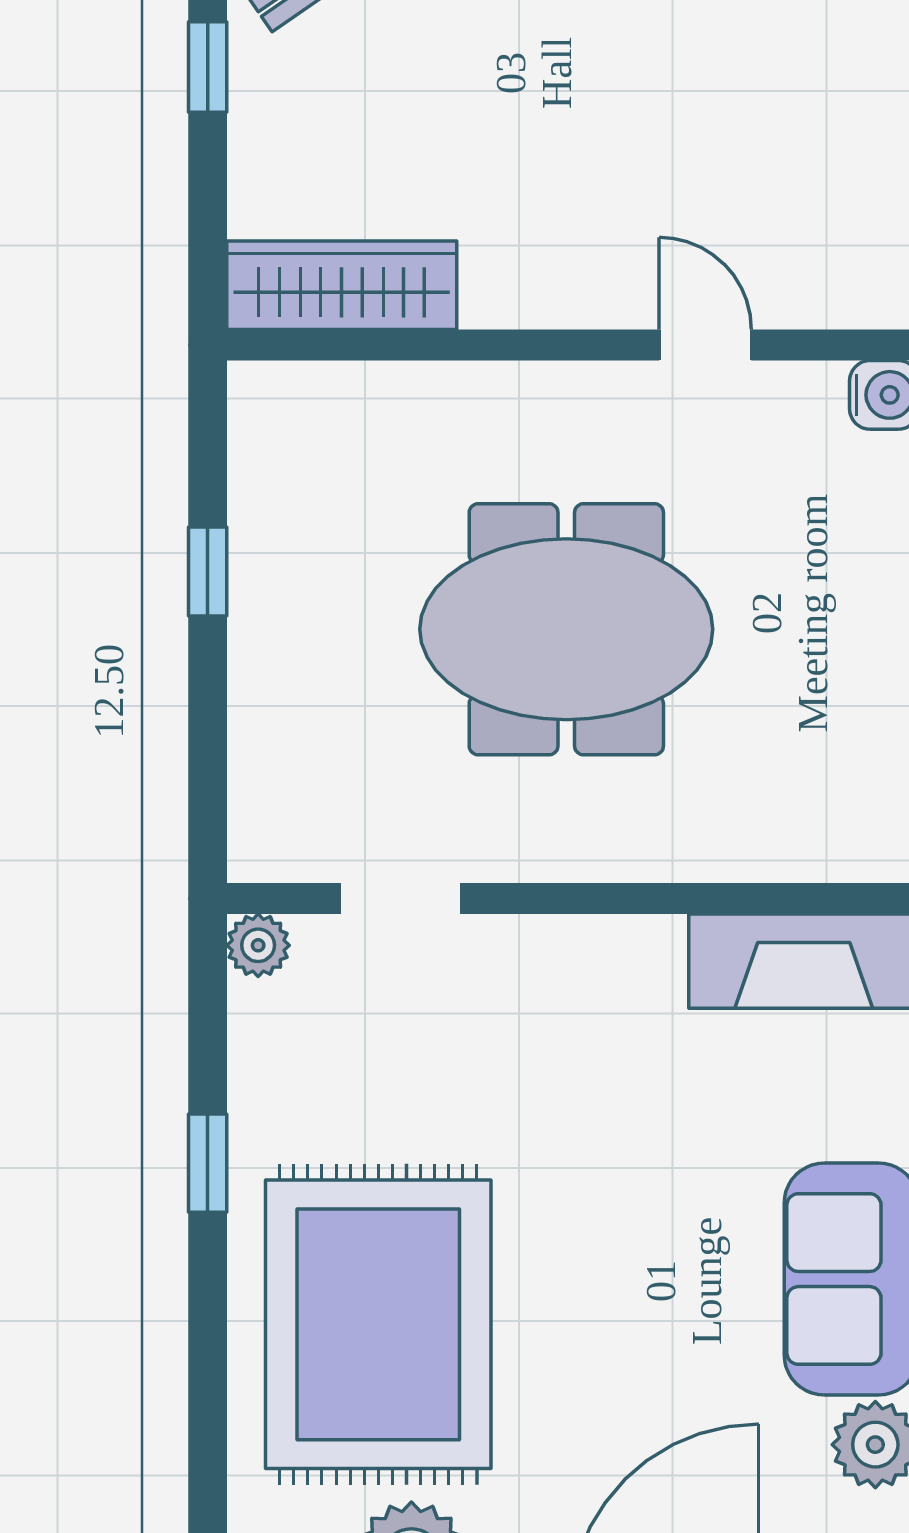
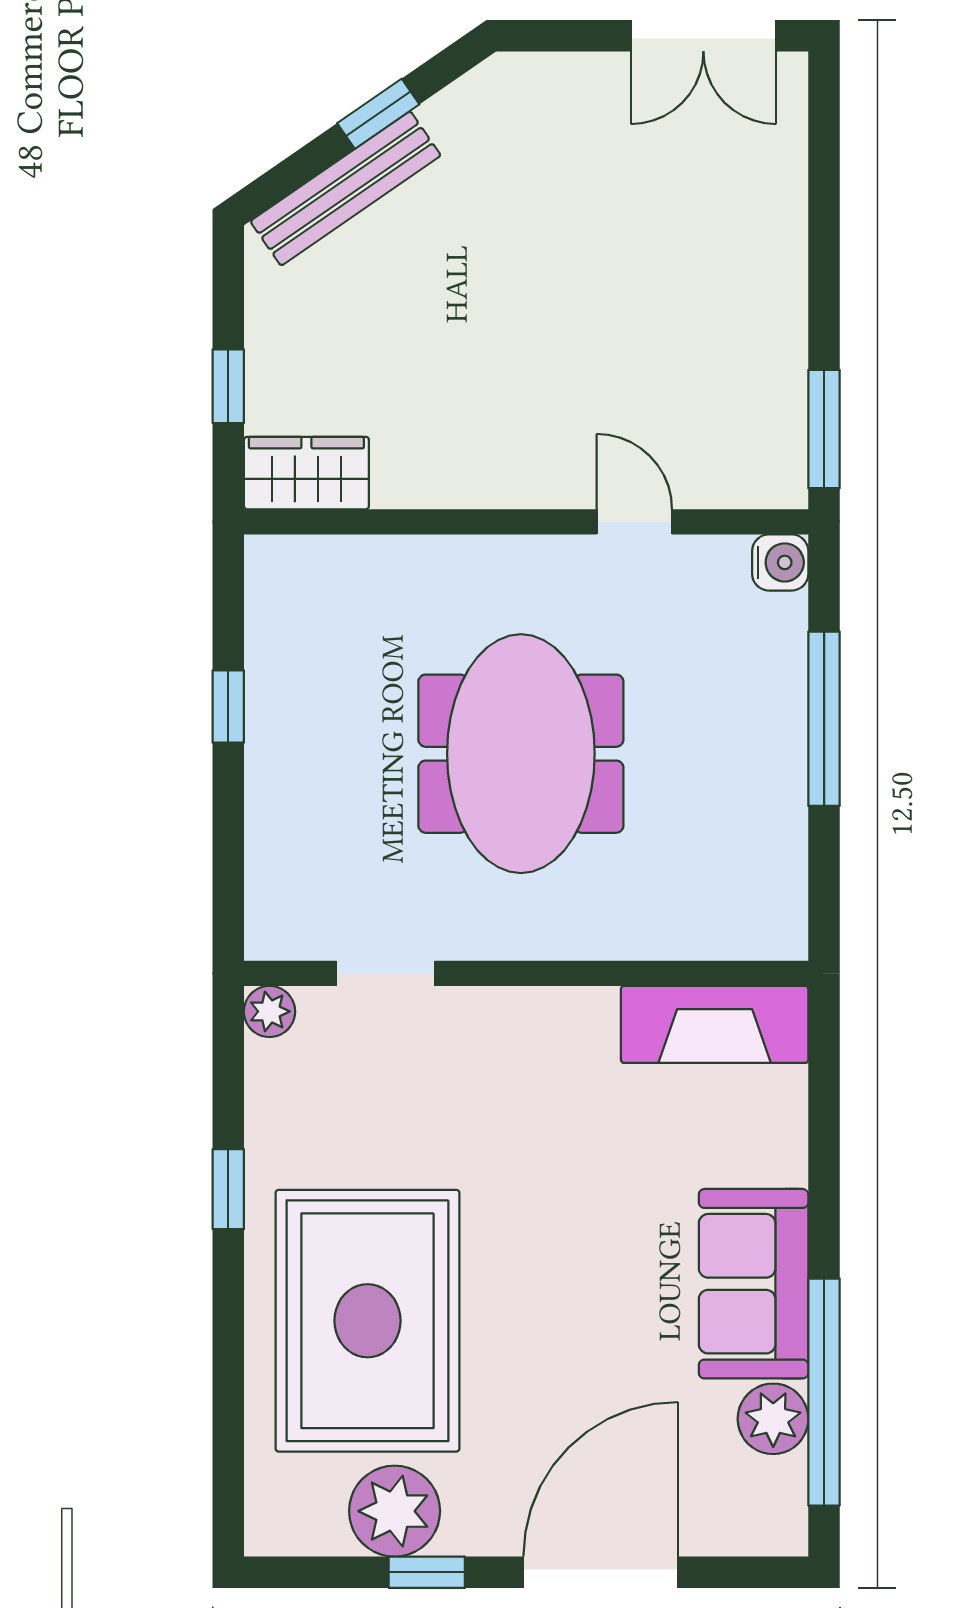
window: (208, 67) -> (228, 386), moved
wardrobe: (342, 285) -> (306, 473), width x0.67
meeting table: (566, 629) -> (521, 754), turned 90

